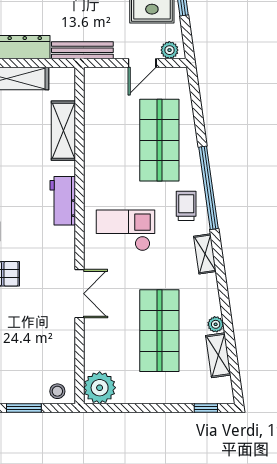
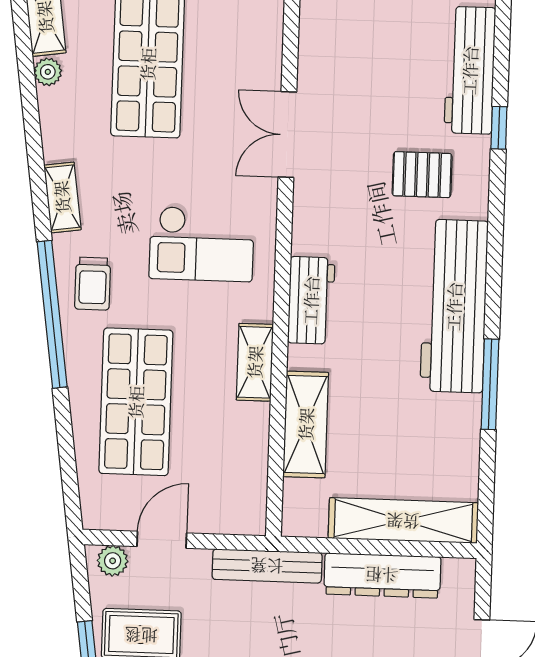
shelving: (93, 165) -> (255, 362), added

